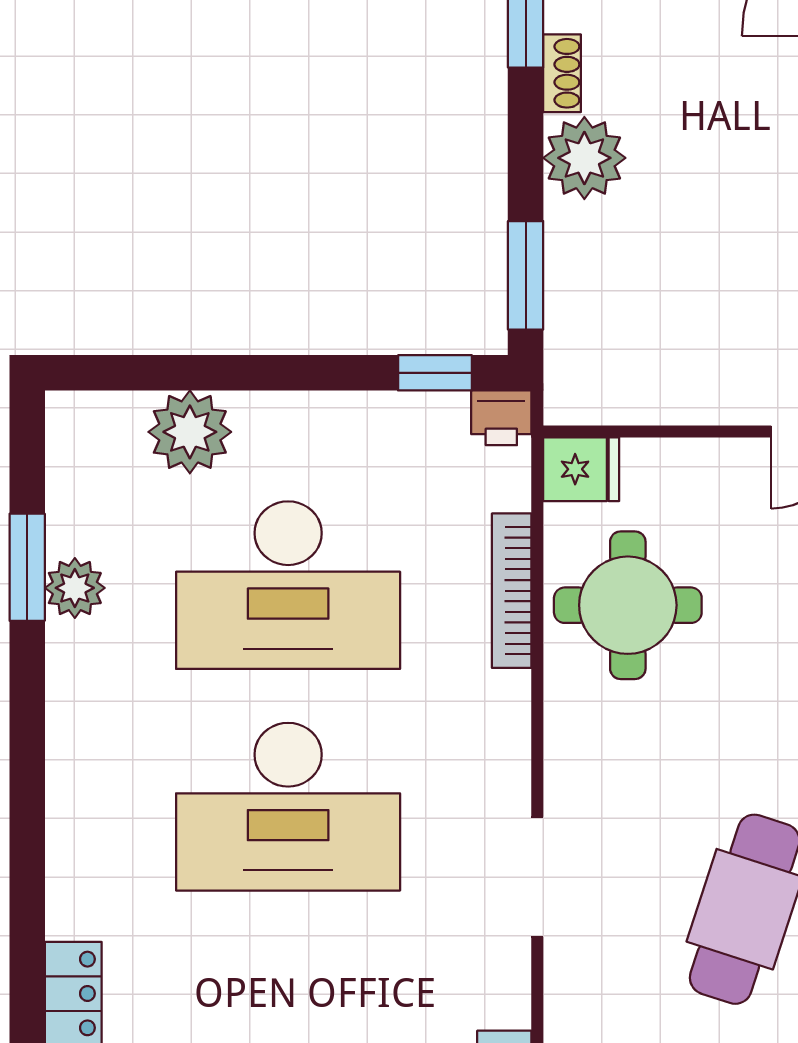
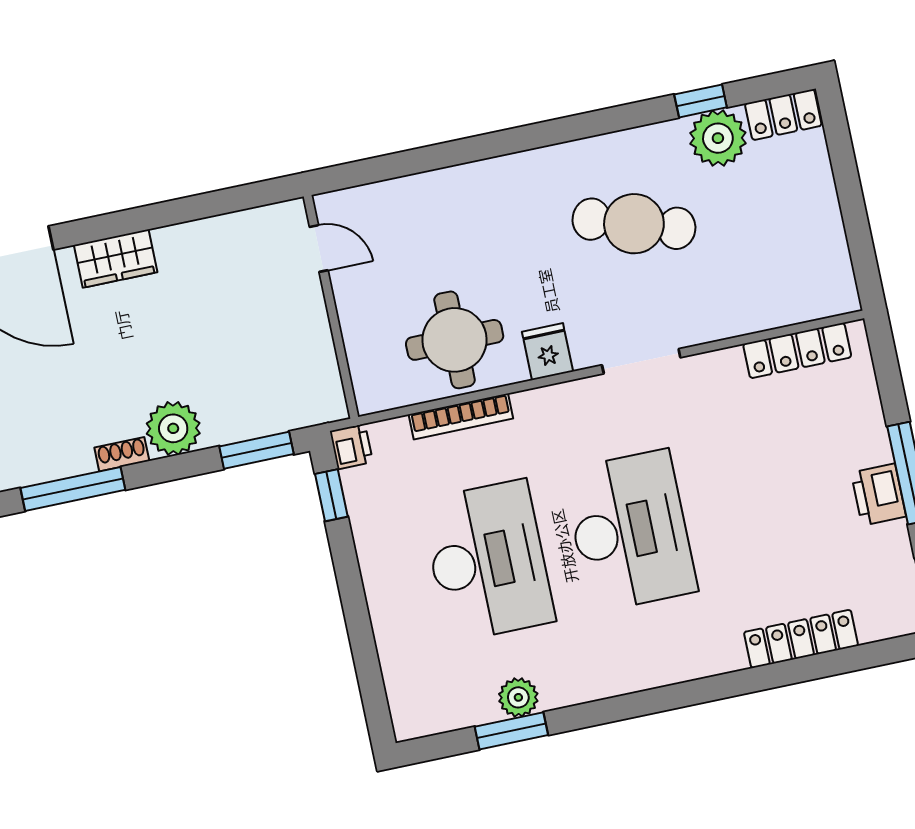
plant: (190, 432) -> (403, 645), removed
fridge: (581, 469) -> (547, 352), moved

